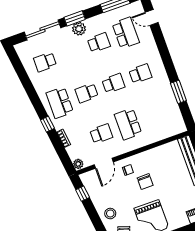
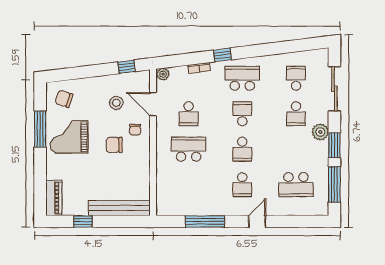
door: (152, 17) -> (257, 221), moved
window: (75, 18) -> (334, 145), moved
school desk: (99, 43) -> (296, 114), moved
window: (178, 92) -> (205, 221), width x1.44
stool: (110, 213) -> (116, 103), moved

